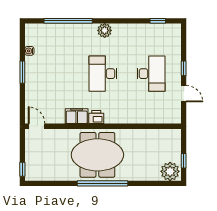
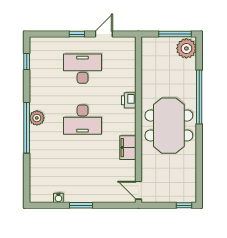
window: (68, 21) -> (27, 128), moved
printer: (96, 117) -> (129, 100), moved
door: (37, 126) -> (138, 190), hinge flipped
window: (184, 161) -> (175, 34), width x2.17
window: (103, 183) -> (199, 97), moved

